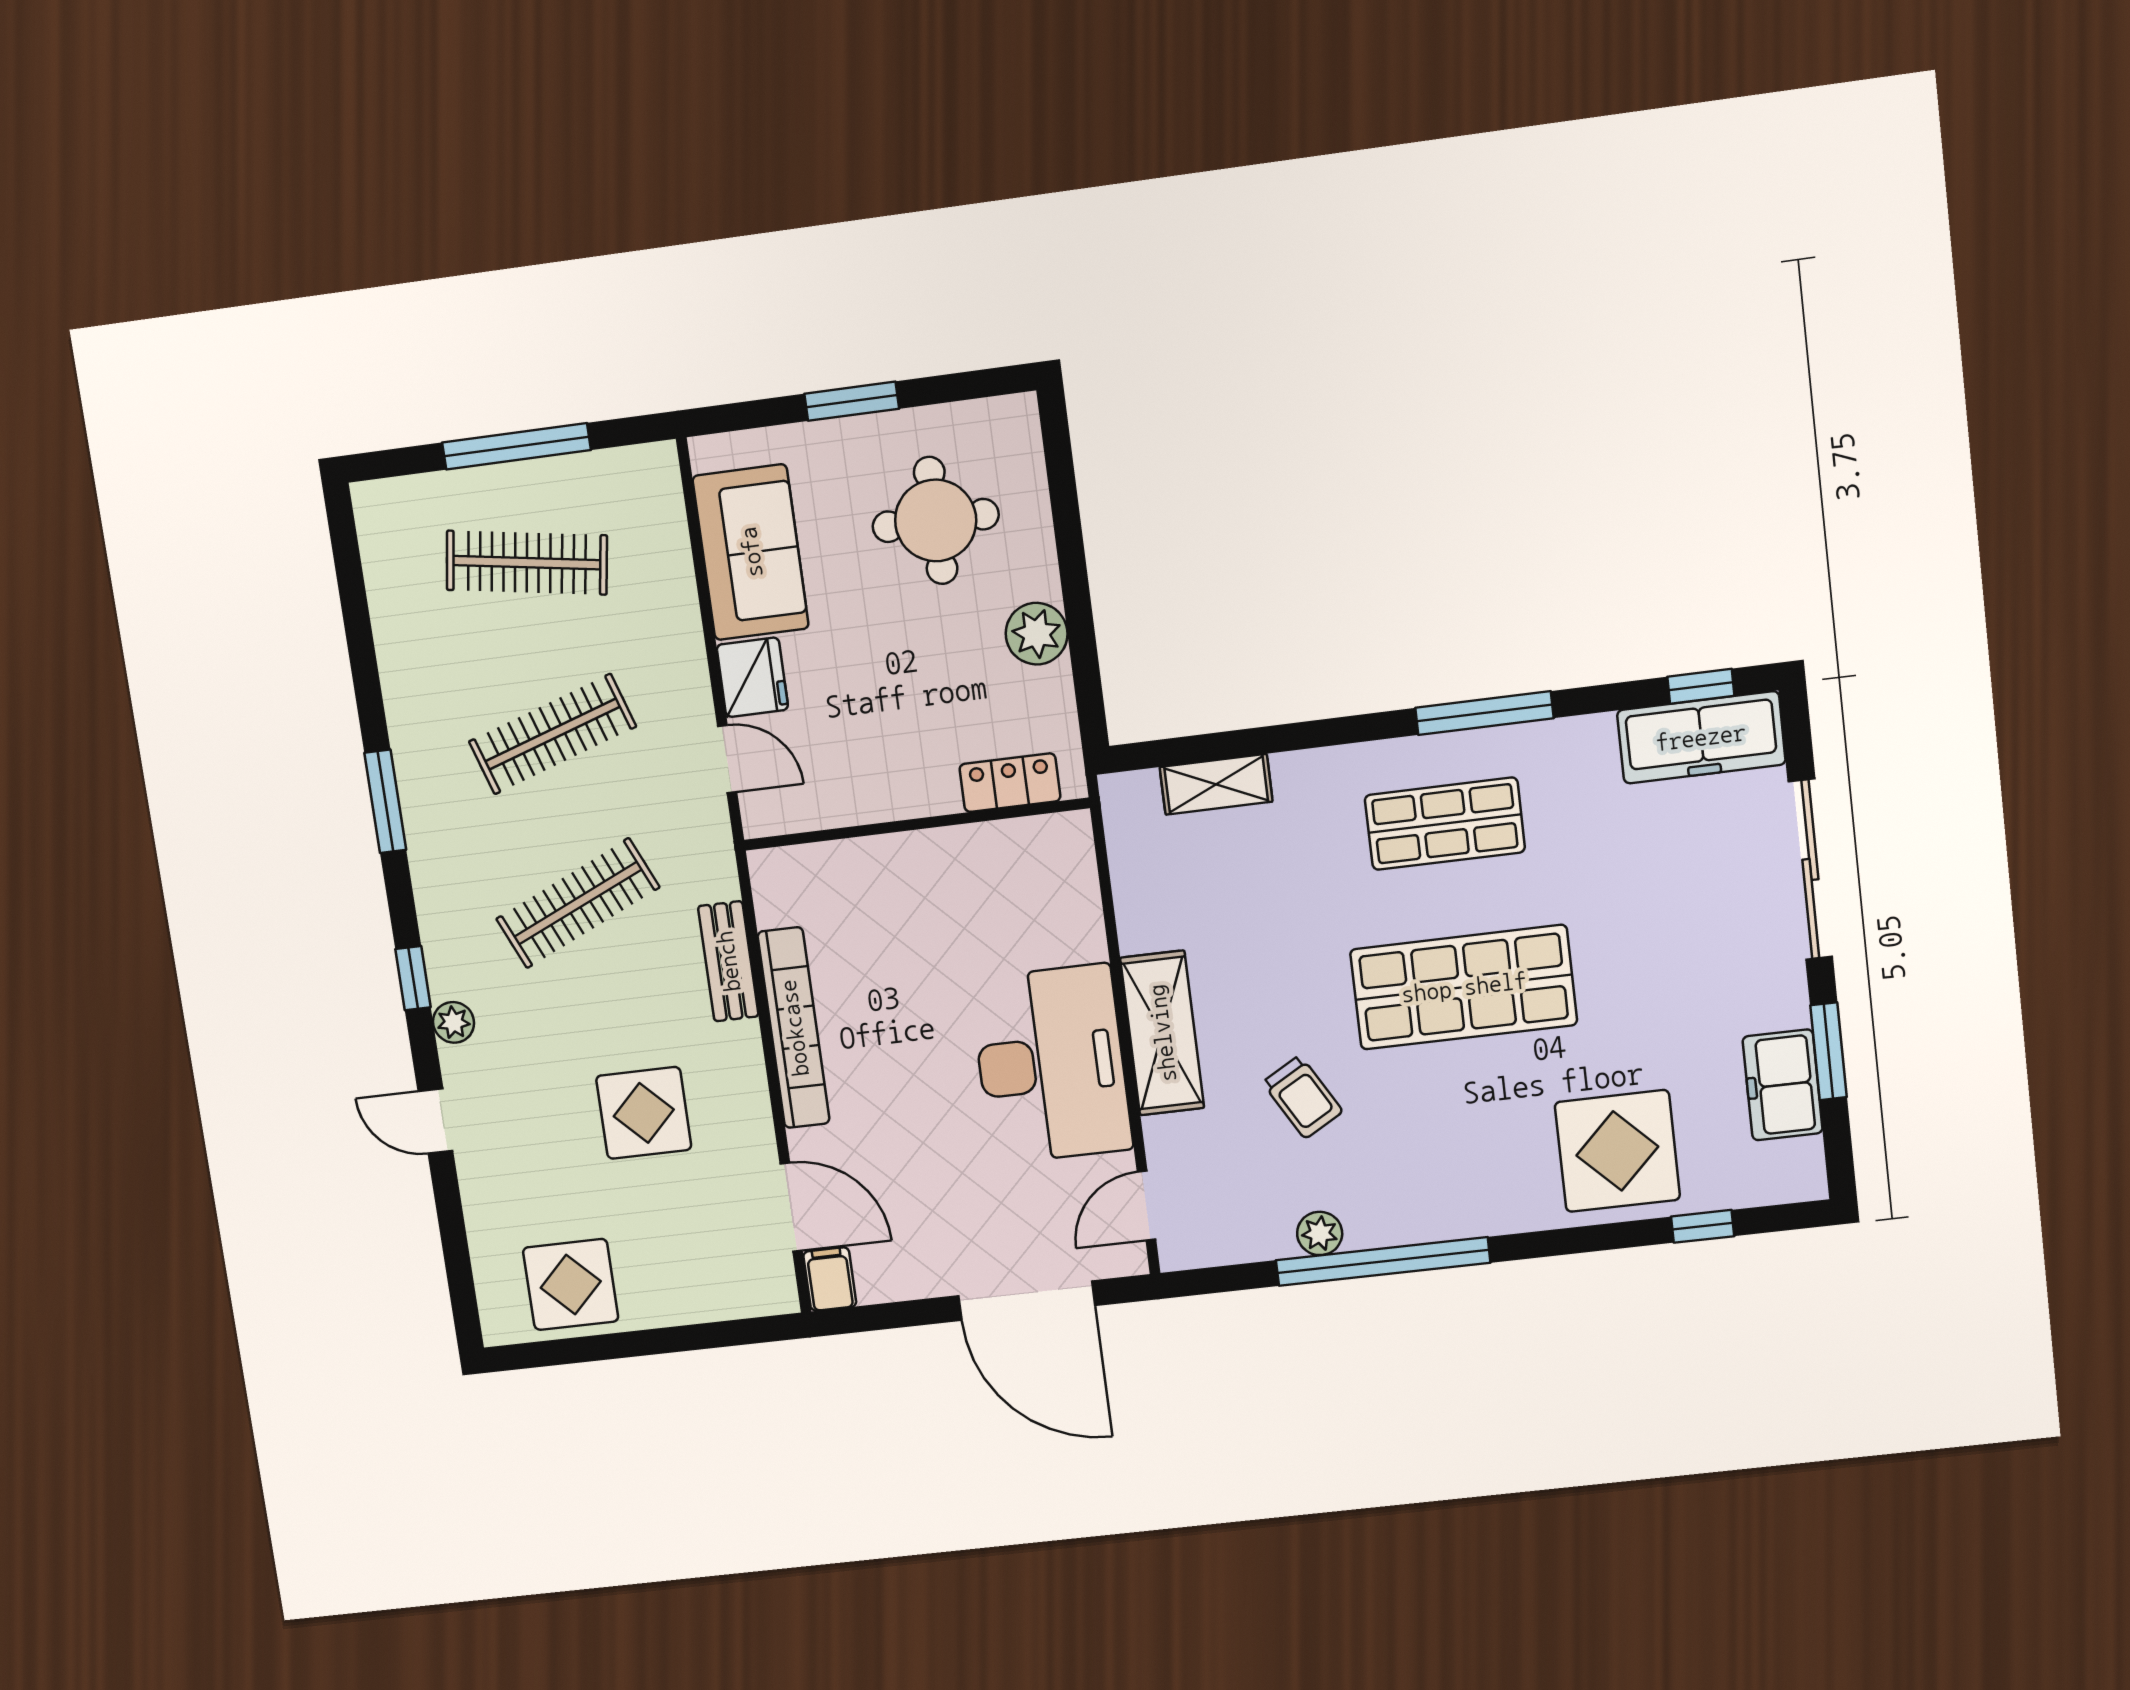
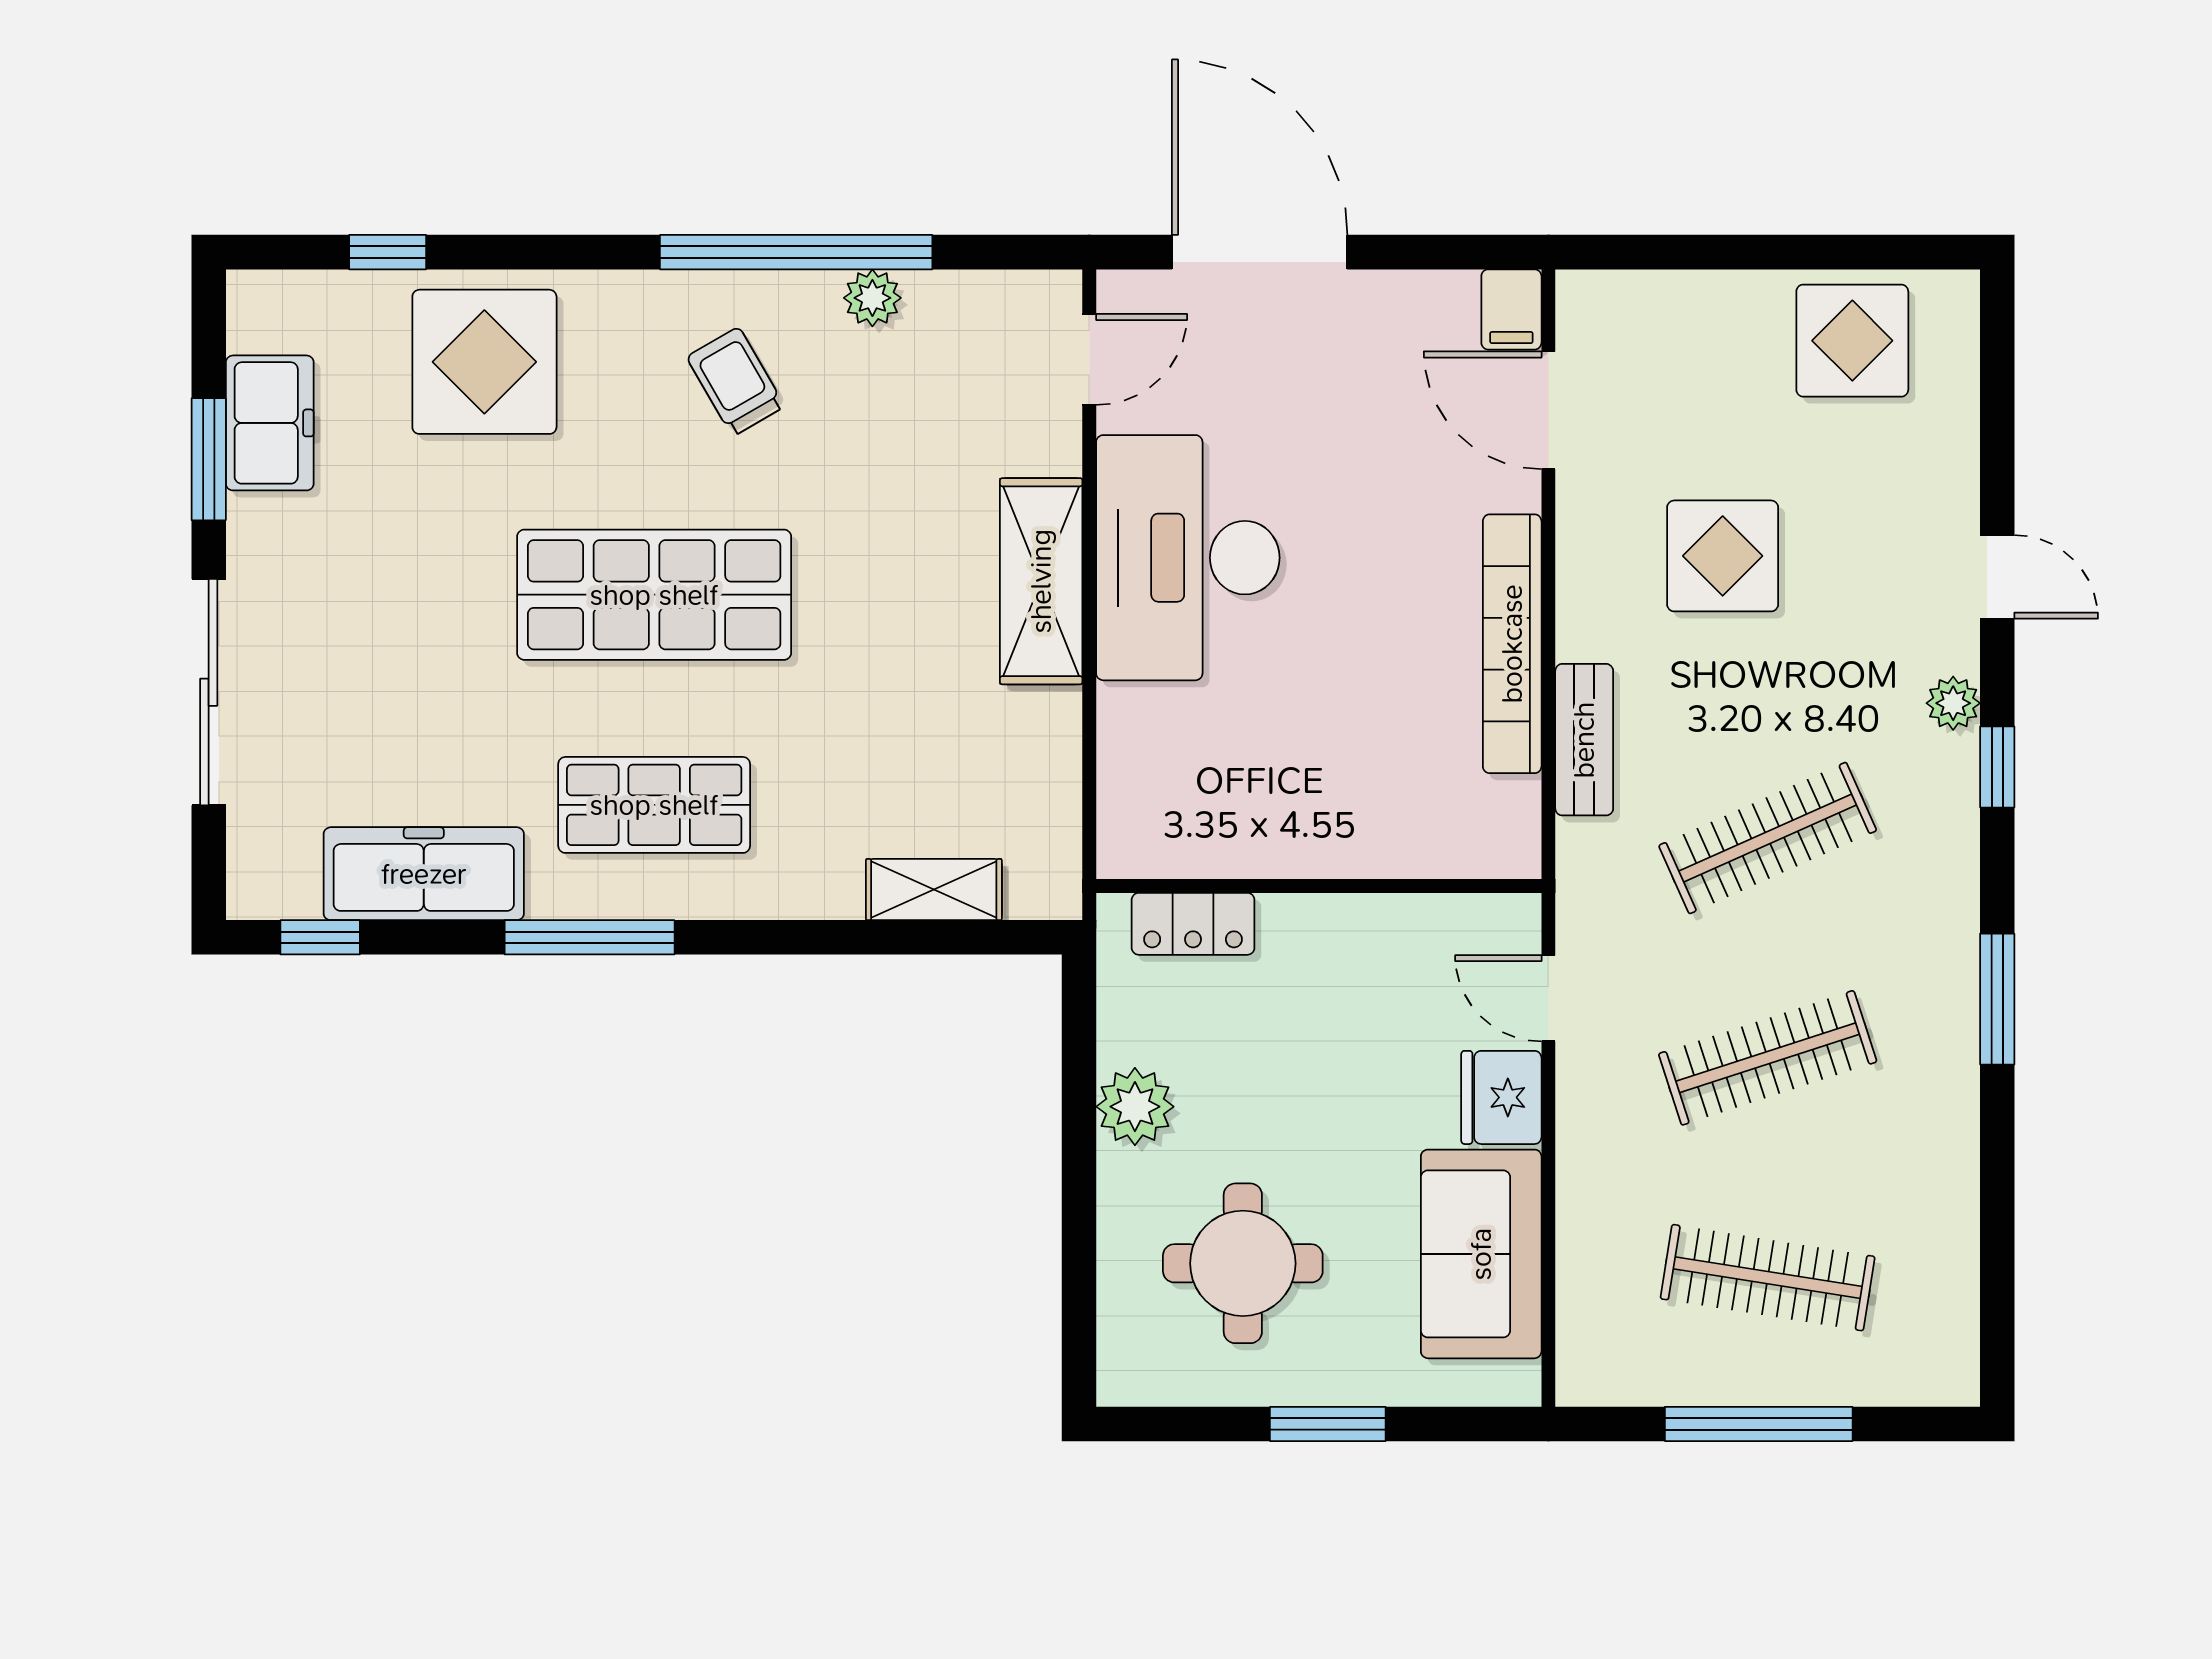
freezer: (1701, 737) -> (424, 874), moved
trolley: (1303, 1097) -> (736, 382), moved

